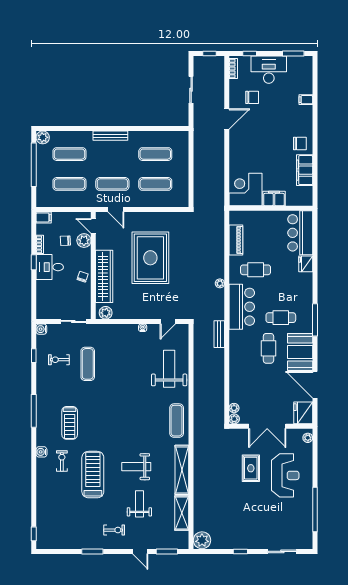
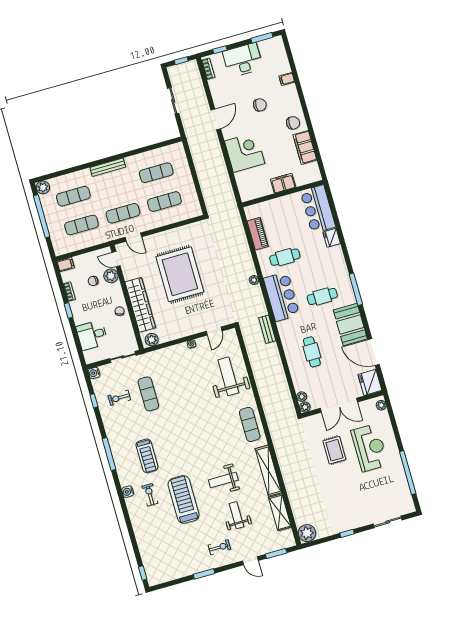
chair: (252, 97) -> (260, 105), moved
corner desk: (246, 190) -> (245, 152), moved, turned 90
desk: (50, 267) -> (92, 335), moved
cafe table: (268, 348) -> (312, 352), moved

